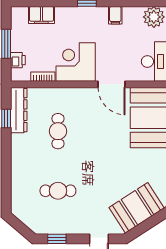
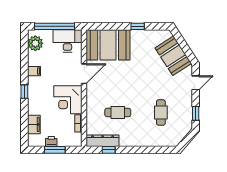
printer: (18, 60) -> (51, 141), moved

